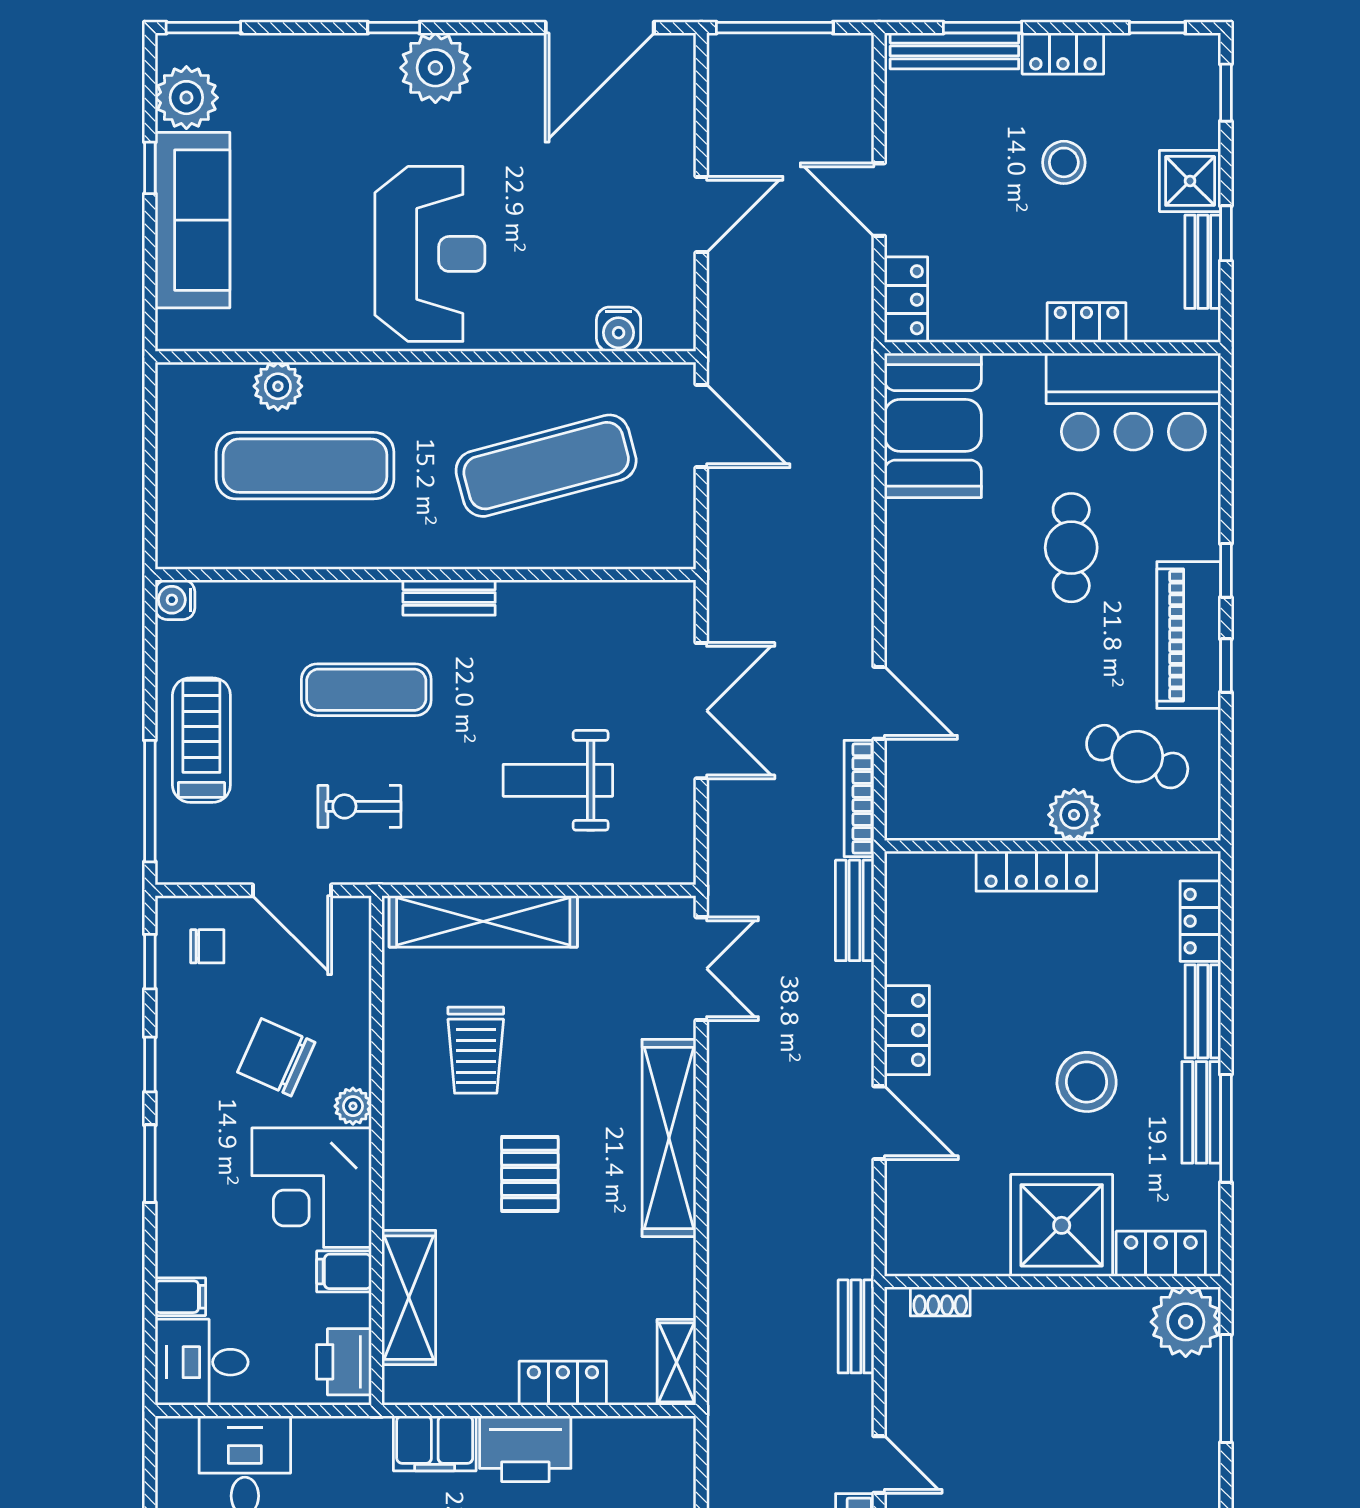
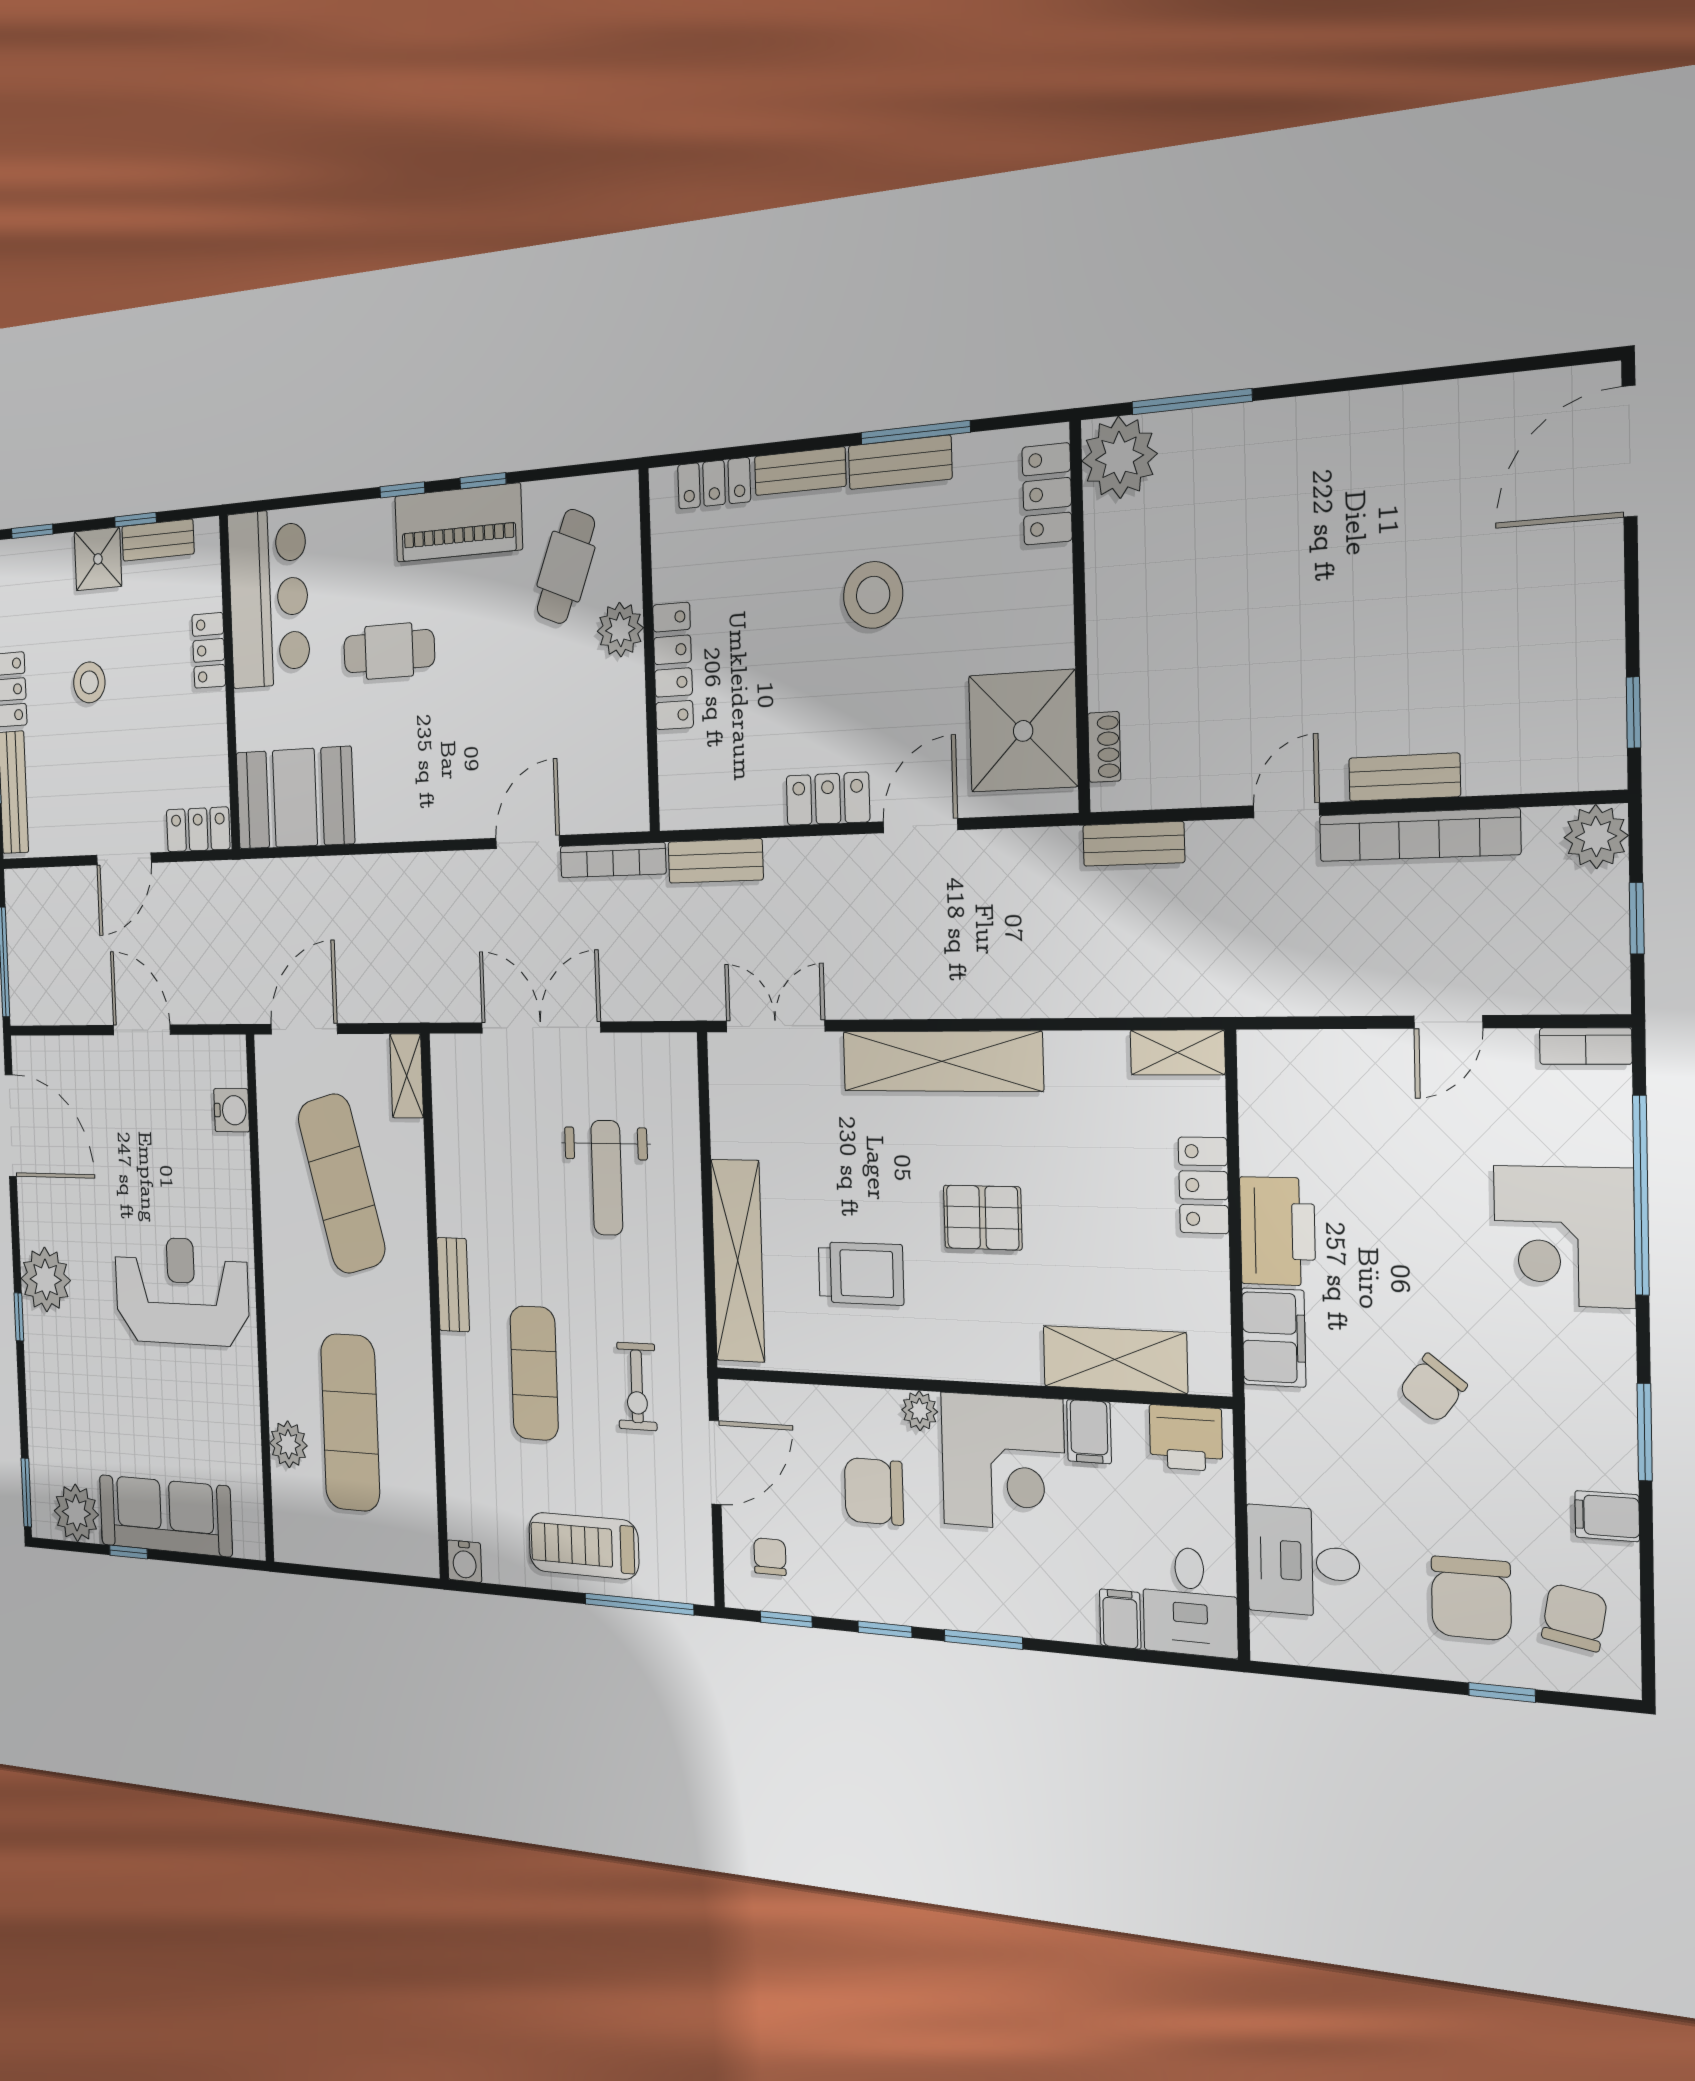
shelving: (654, 551) -> (407, 1076), added
chair: (276, 1057) -> (874, 1491), turned 66
shower: (1062, 1225) -> (1023, 731), moved

